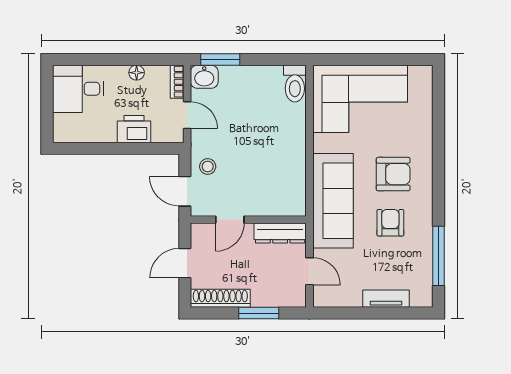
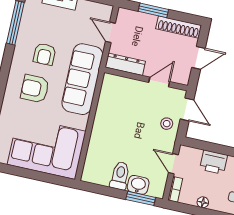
washbasin: (204, 77) -> (138, 185), moved
toilet: (295, 84) -> (120, 176), moved

